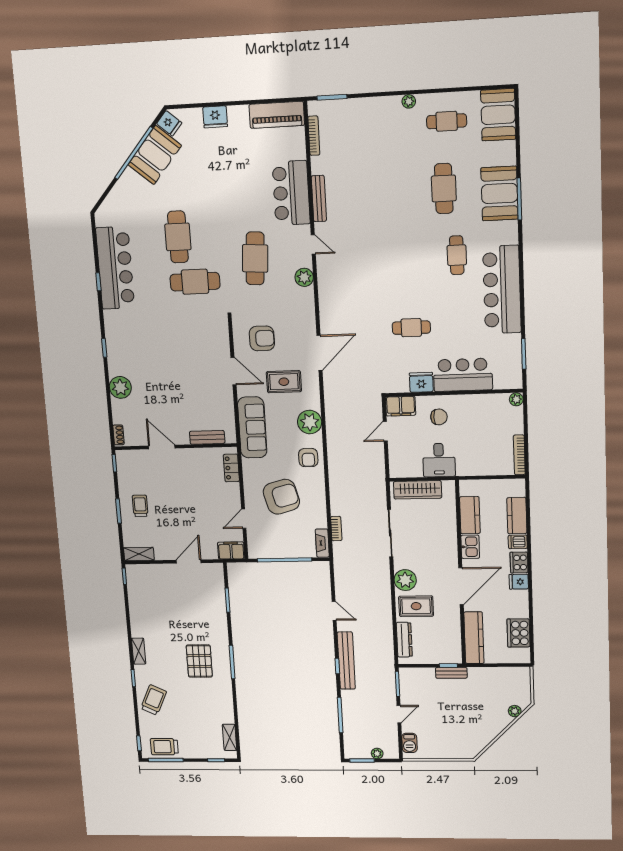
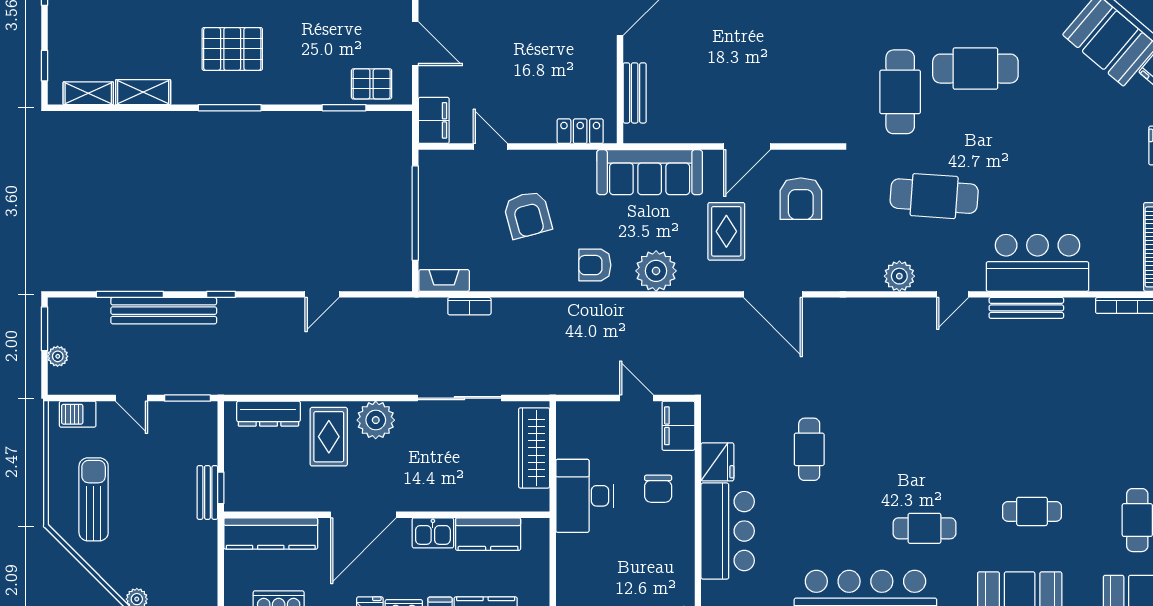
cafe table: (444, 189) -> (1032, 511), width x0.73, depth x0.74
desk: (439, 460) -> (584, 496), width x1.37
armchair: (281, 497) -> (528, 215), width x0.73, depth x0.73
pallet: (213, 585) -> (372, 84), added
door: (461, 586) -> (363, 515), hinge flipped
bench: (346, 661) -> (164, 311), moved
shelving: (227, 708) -> (143, 92), added
sun lounger: (458, 734) -> (94, 499), added

